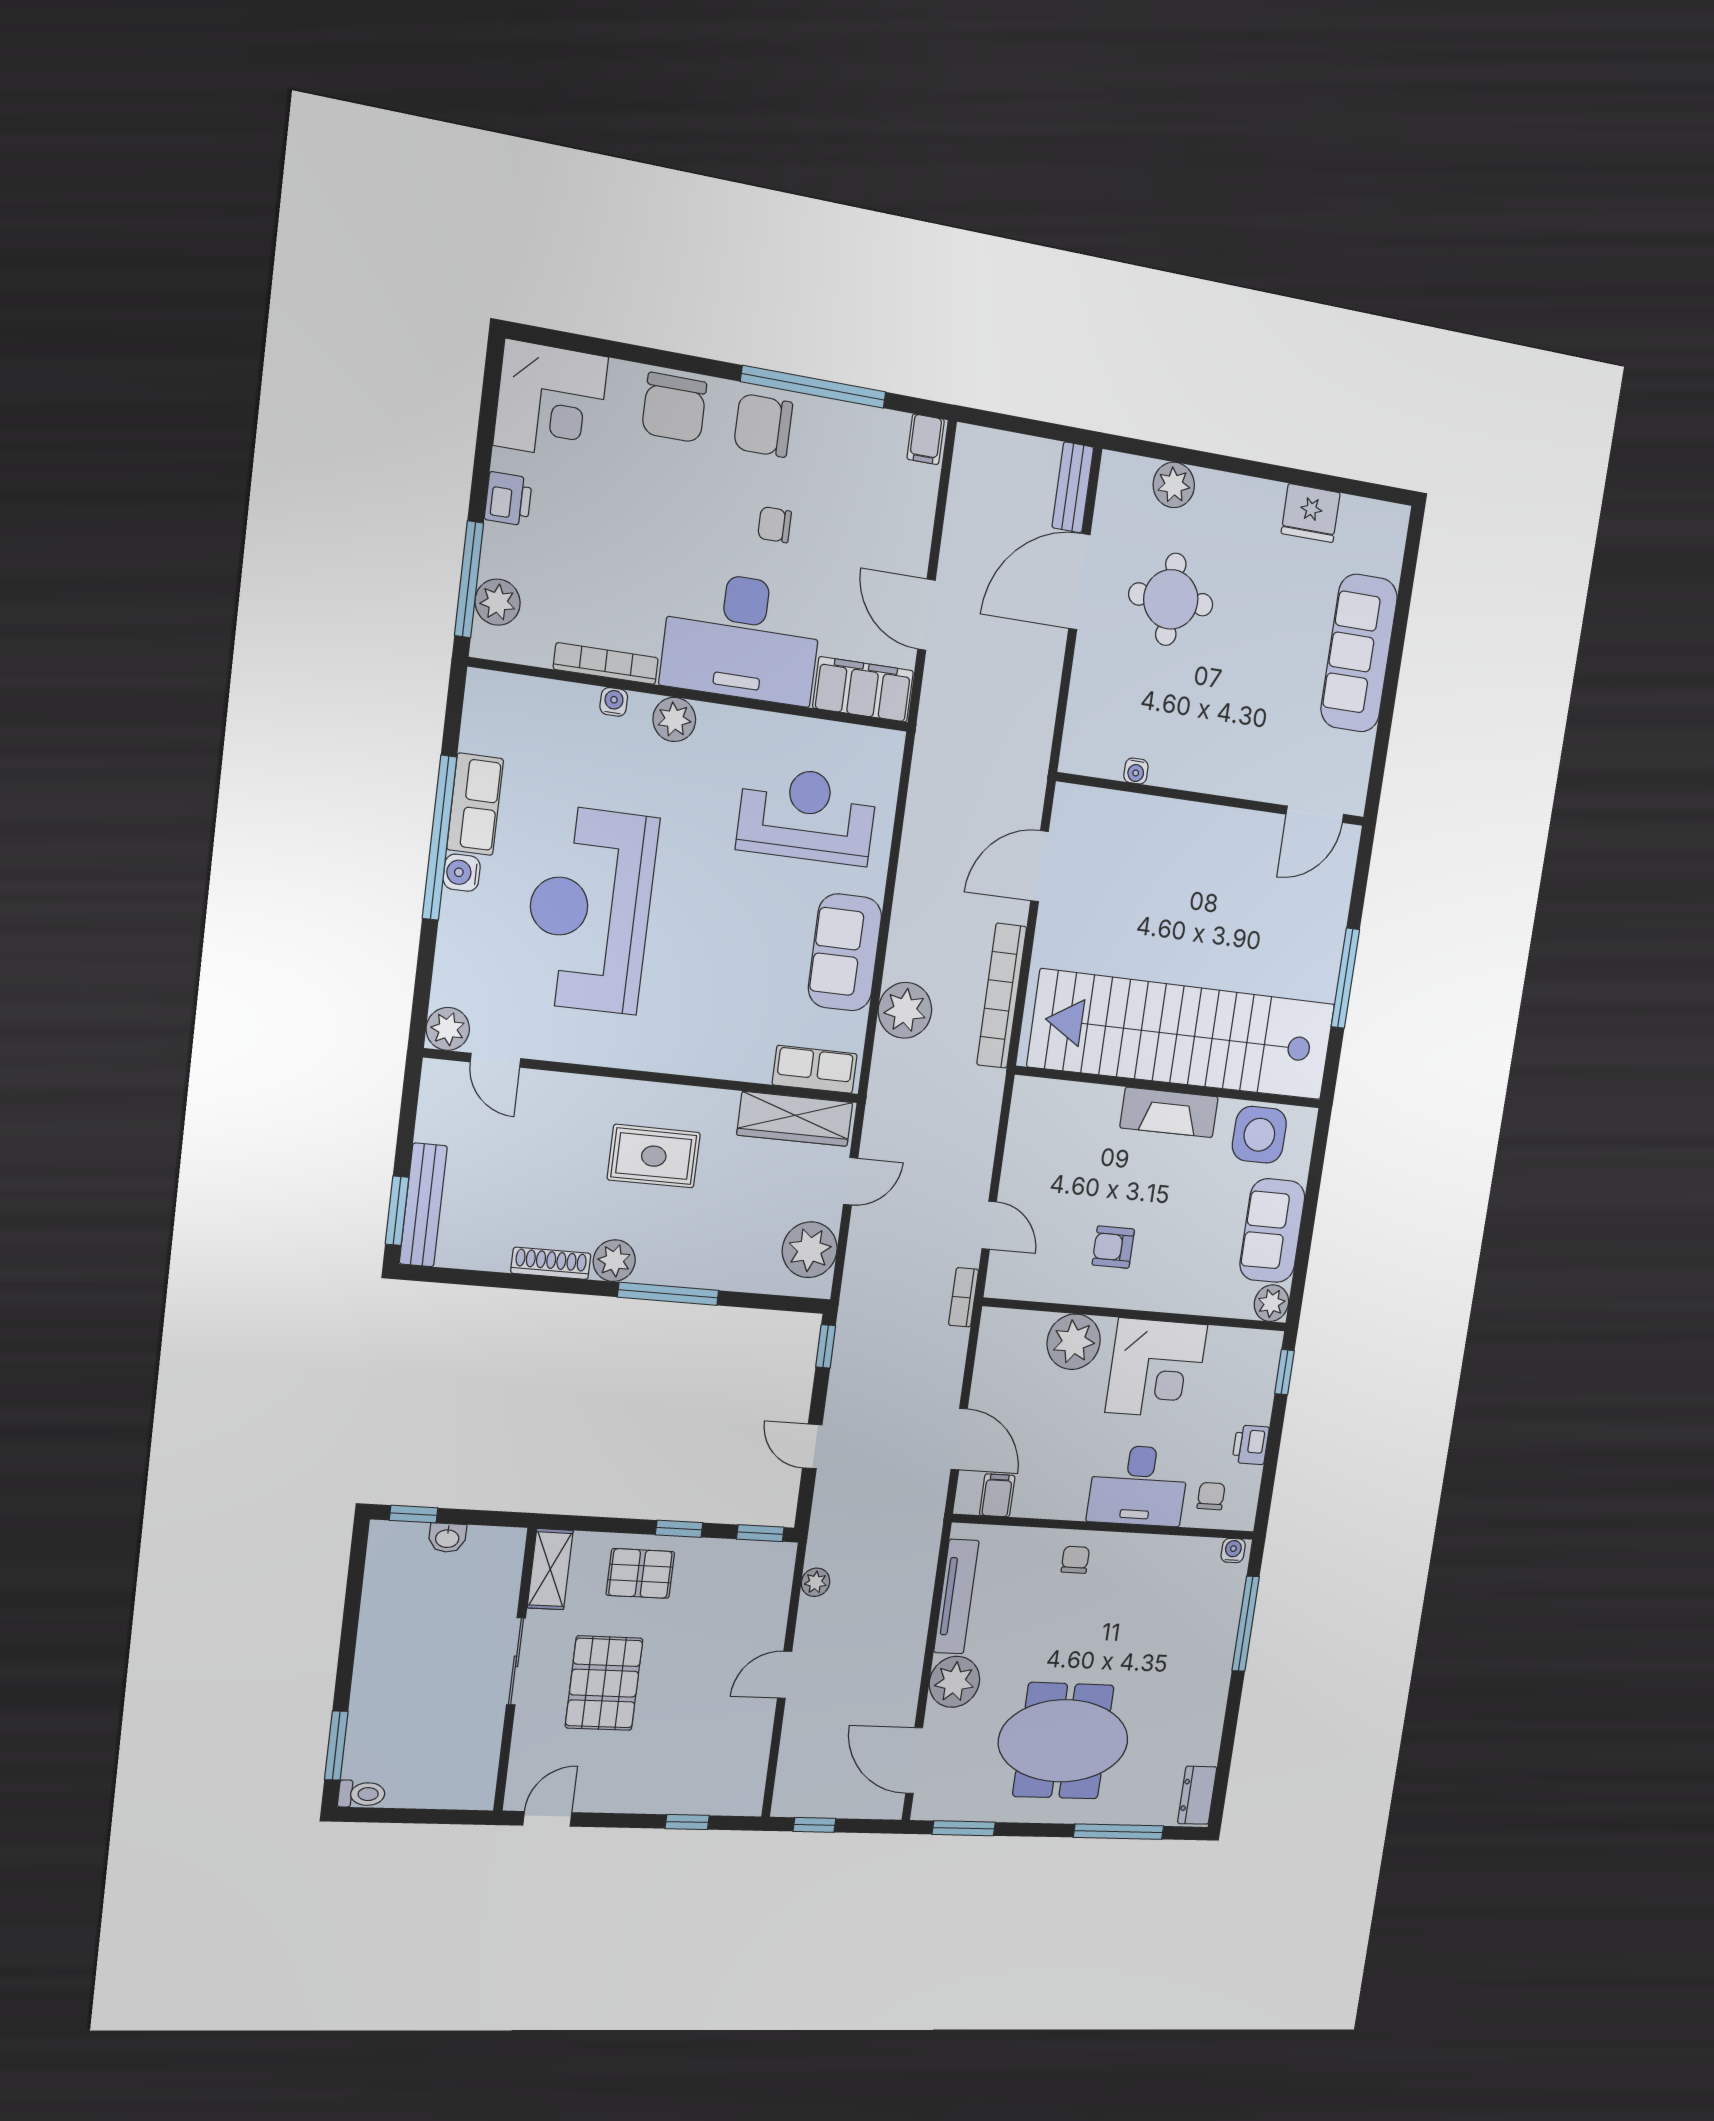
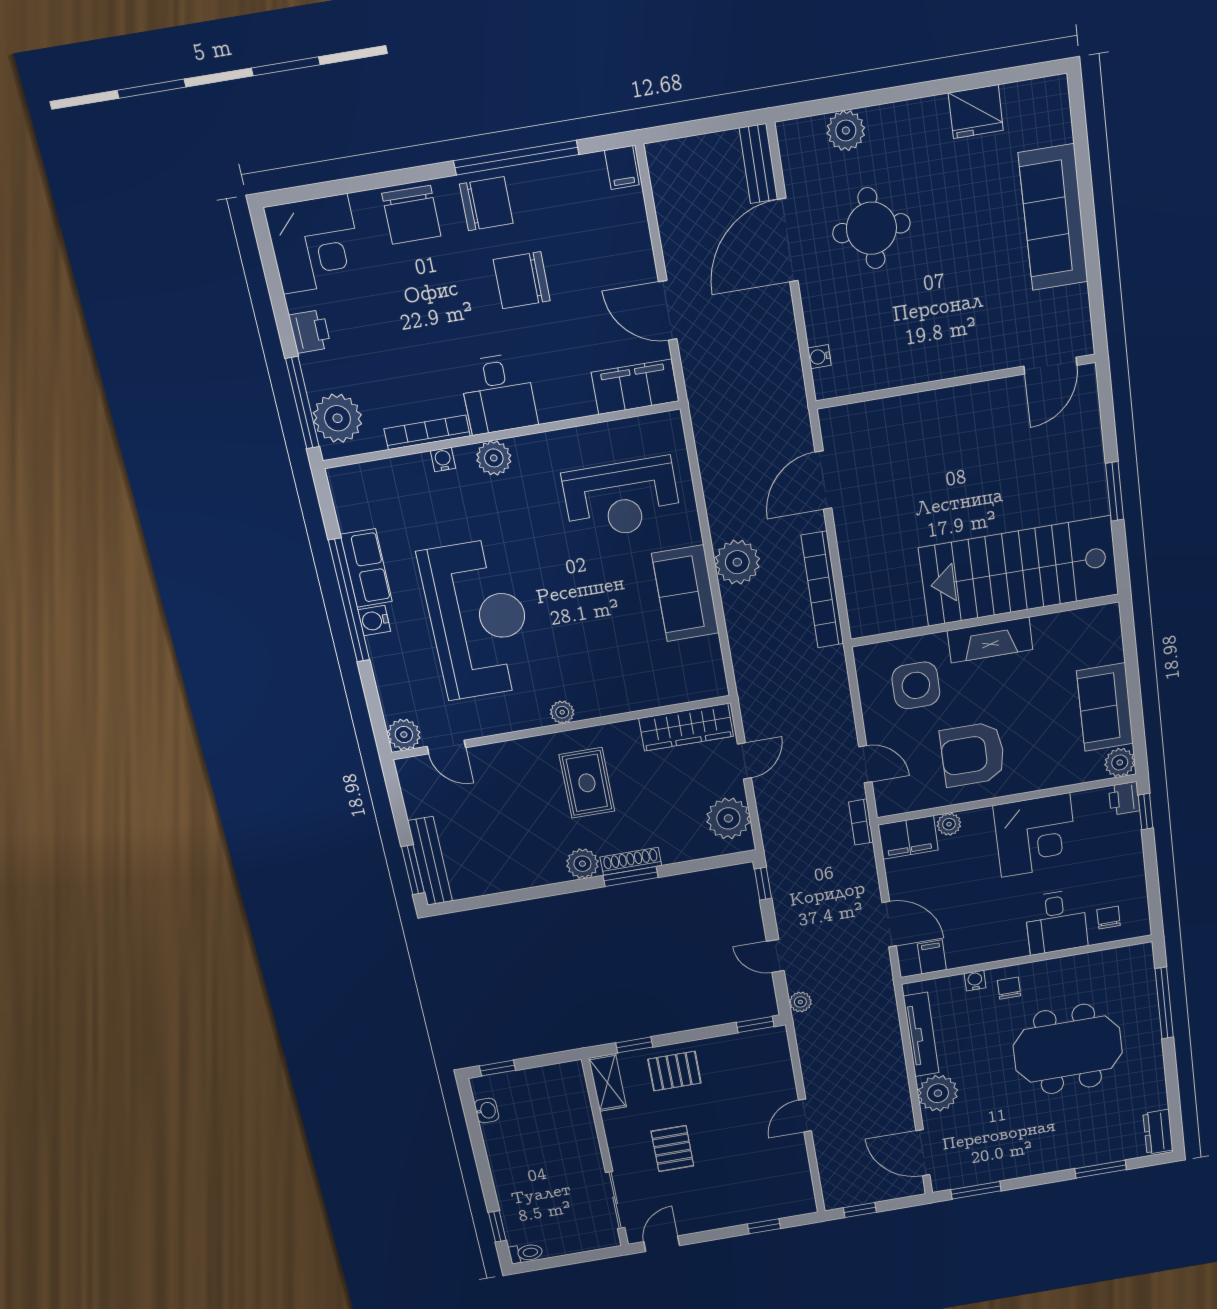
chair: (763, 425) -> (486, 204), turned 180
chair: (775, 525) -> (522, 280), width x1.87, depth x1.87
plant: (498, 602) -> (337, 418), width x1.36, depth x1.36
desk: (742, 638) -> (498, 394), width x0.53, depth x0.77
water cooler: (1136, 771) -> (819, 357), moved, turned 90
reception desk: (807, 815) -> (622, 498), turned 180
reception desk: (590, 910) -> (478, 619), turned 180
window: (1345, 978) -> (1115, 491), width x0.69
plant: (905, 1010) -> (737, 562), moved
stairs: (1183, 1035) -> (1019, 571), width x0.73
plant: (653, 1057) -> (562, 712), added
row of seats: (815, 1069) -> (690, 687), removed
side table: (1259, 1135) -> (916, 685), moved
rug: (654, 1156) -> (587, 783), turned 90
armchair: (1113, 1247) -> (973, 754), width x1.88, depth x1.88
shoe rack: (551, 1263) -> (631, 861), moved
window: (668, 1294) -> (631, 876), width x0.69
filing cabinet: (1012, 1332) -> (908, 837), added
plant: (1074, 1342) -> (949, 824), width x0.53, depth x0.53
printer: (1251, 1445) -> (1124, 798), moved
desk: (1138, 1486) -> (1056, 922), width x0.73
window: (679, 1529) -> (634, 1045), moved
washbasin: (447, 1538) -> (487, 1110), moved, turned -90
water cooler: (1233, 1551) -> (975, 981), moved
plant: (816, 1582) -> (800, 1002), moved
sliding door: (516, 1661) -> (615, 1200), moved
pallet: (604, 1683) -> (672, 1149), width x0.67, depth x0.71
meeting table: (1063, 1741) -> (1068, 1049), moved
window: (336, 1746) -> (497, 1226), width x0.67
window: (1119, 1832) -> (1101, 1169), width x0.69

